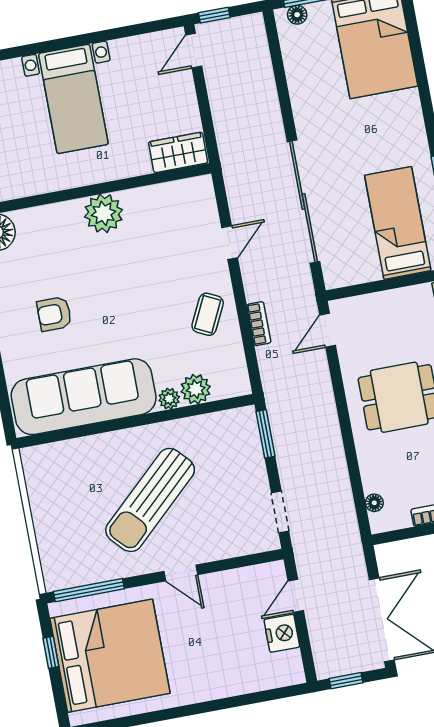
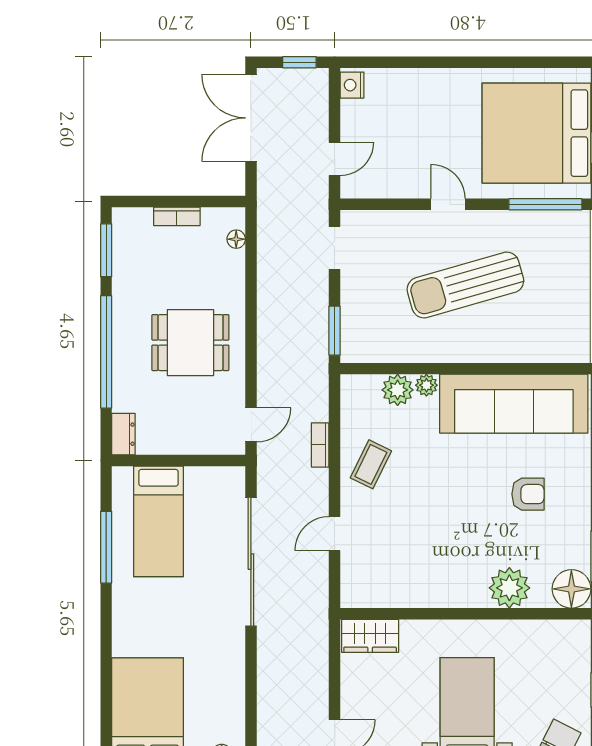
plant: (104, 213) -> (509, 588), moved
sun lounger: (150, 500) -> (465, 285), turned -153
nightstand: (282, 633) -> (352, 85), moved, width x0.74, depth x0.75

